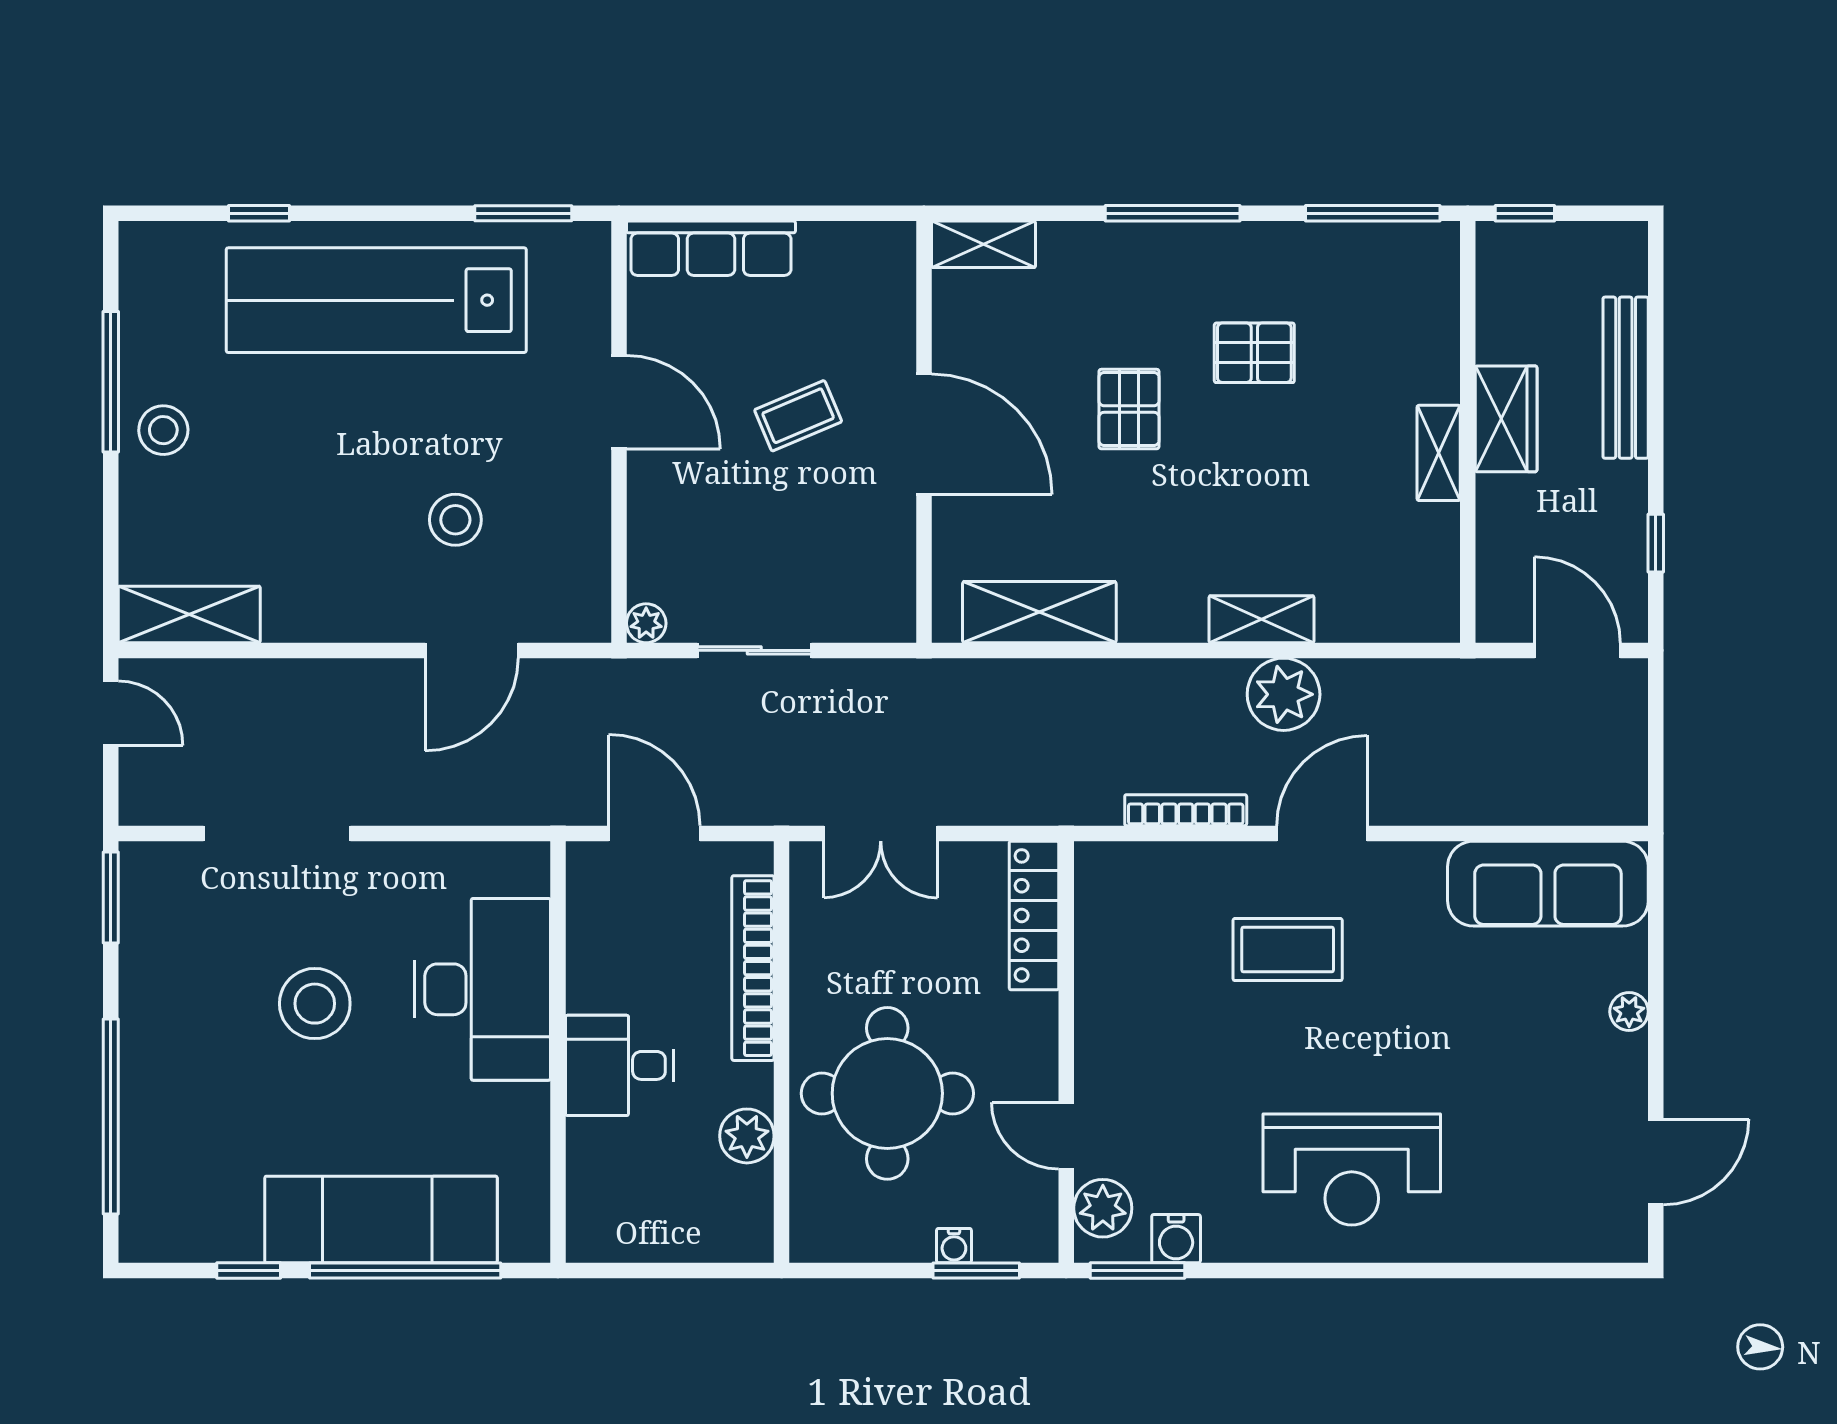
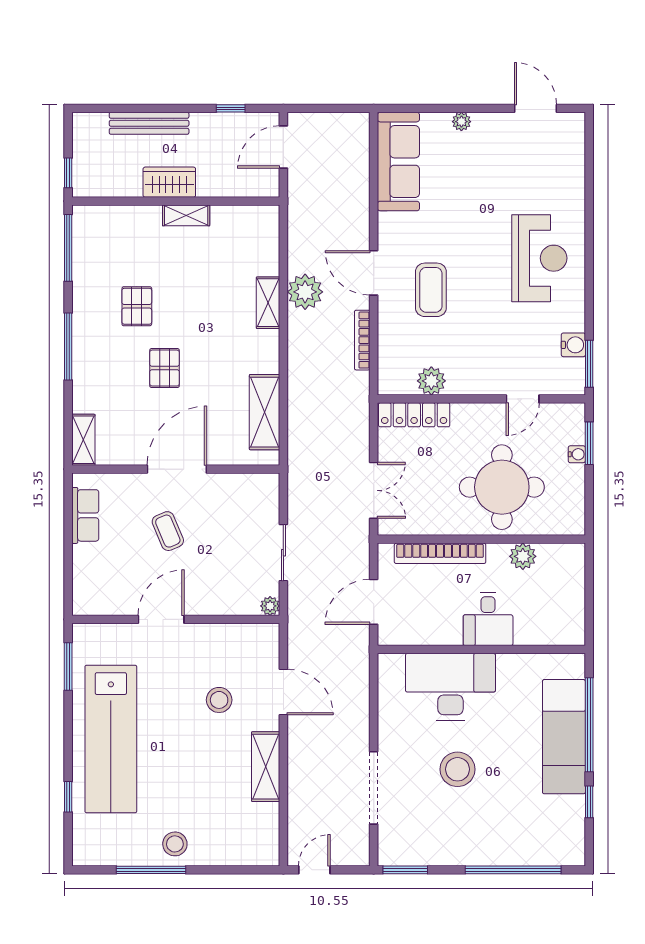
row of seats: (711, 248) -> (85, 515), moved, width x0.68
pallet: (1129, 409) -> (165, 368), turned 90
shelving: (189, 614) -> (266, 767), moved
plant: (1103, 1208) -> (431, 381), moved

